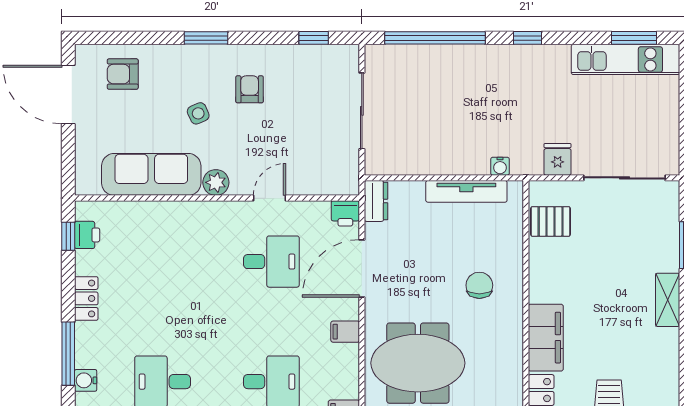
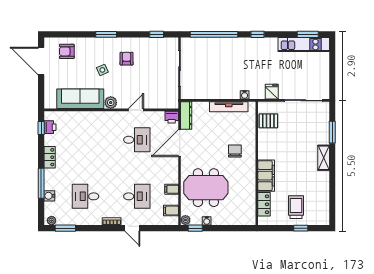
dresser: (376, 201) -> (186, 115), width x1.44
filing cabinet: (345, 332) -> (172, 189), moved

